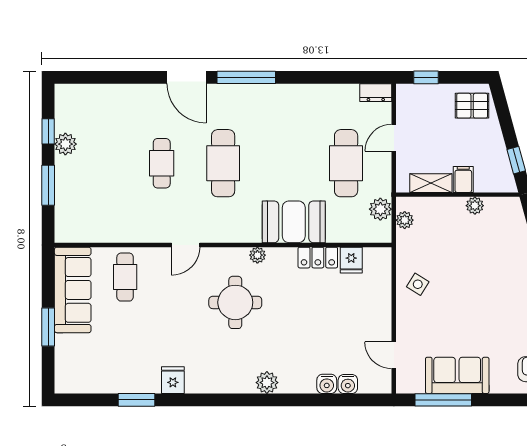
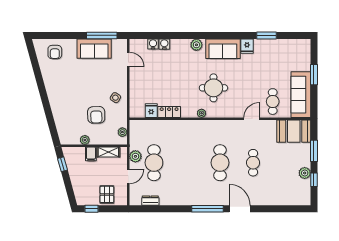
window: (426, 77) -> (92, 209), moved
dresser: (376, 93) -> (150, 201), moved
pallet: (472, 106) -> (107, 194), moved, turned 90
plant: (380, 209) -> (135, 156), moved
booth: (294, 222) -> (294, 131), moved
door: (186, 245) -> (252, 119), moved
armchair: (453, 252) -> (96, 115), added
sofa: (218, 375) -> (223, 49), added

